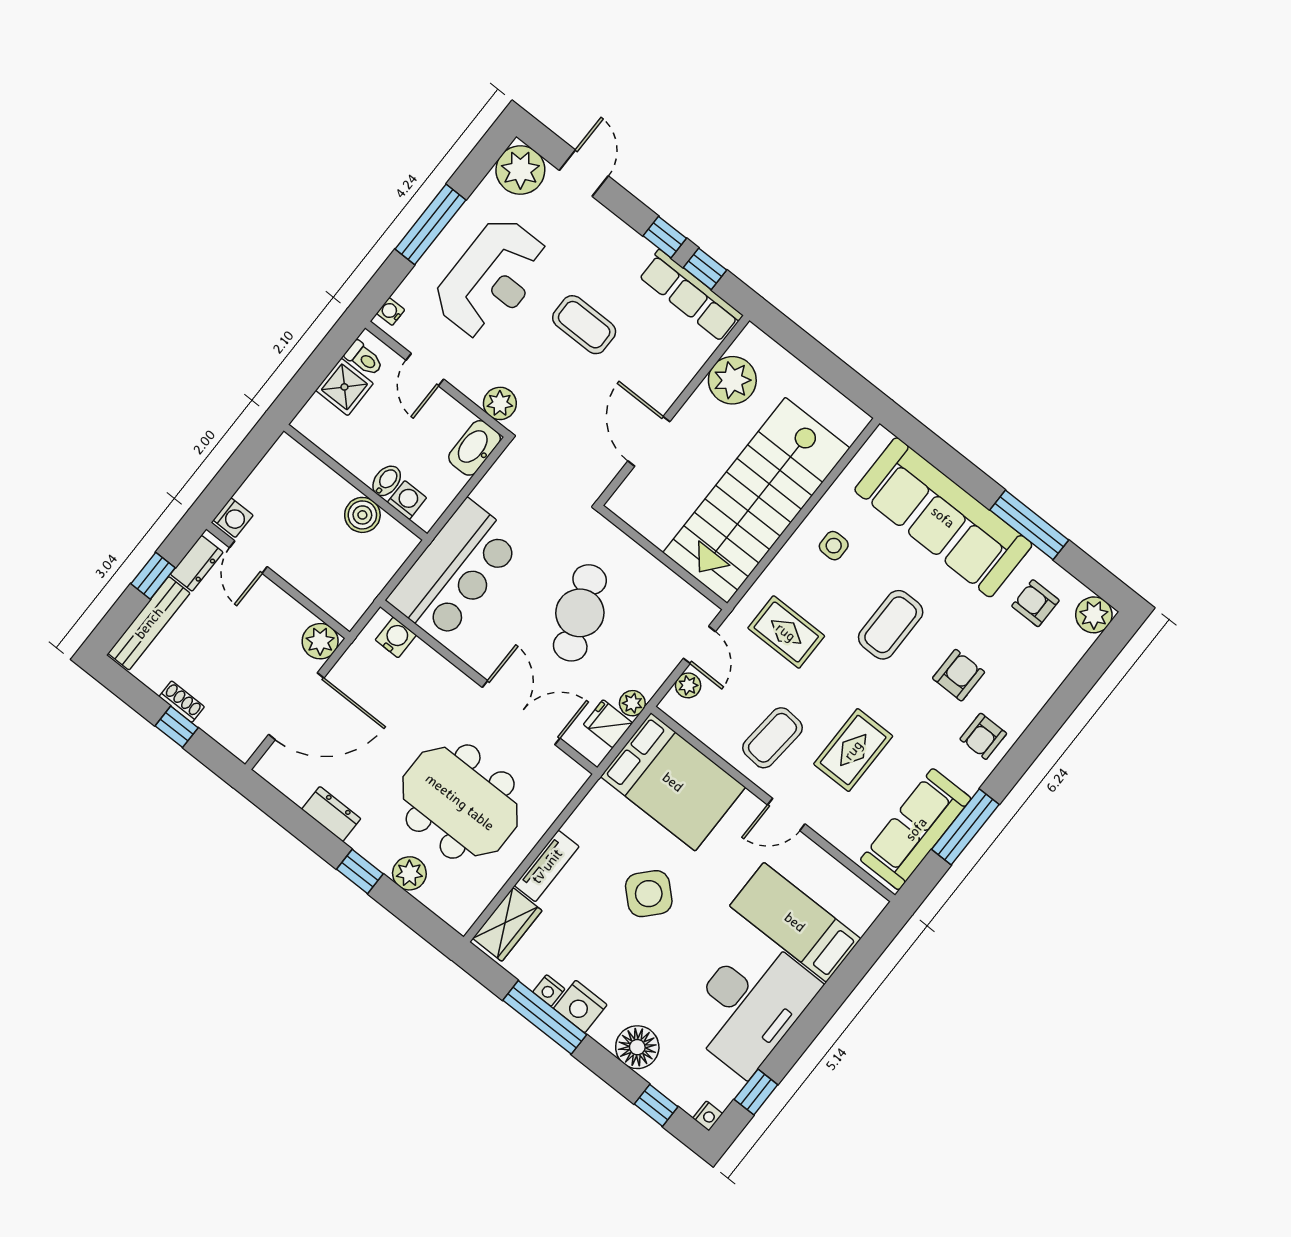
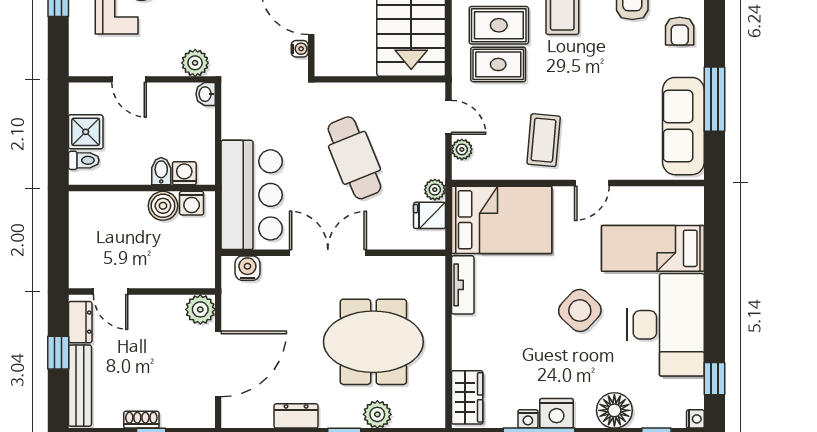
water cooler: (391, 312) -> (300, 49), moved, turned 180
toilet: (364, 358) -> (84, 160), moved
washbasin: (475, 448) -> (206, 94), width x0.52, depth x0.69
washing machine: (233, 518) -> (192, 203), moved, turned 90
double door: (521, 713) -> (328, 253), moved
rug: (853, 750) -> (499, 25), moved, turned 90
tv unit: (547, 866) -> (463, 285), moved
side table: (649, 894) -> (580, 310), moved

